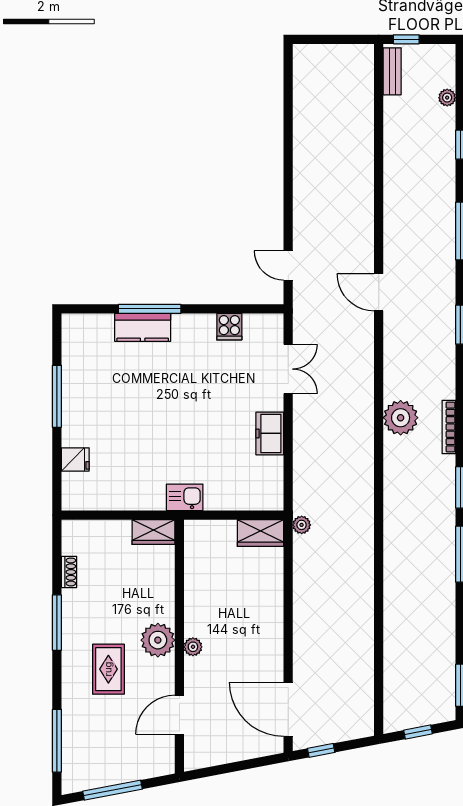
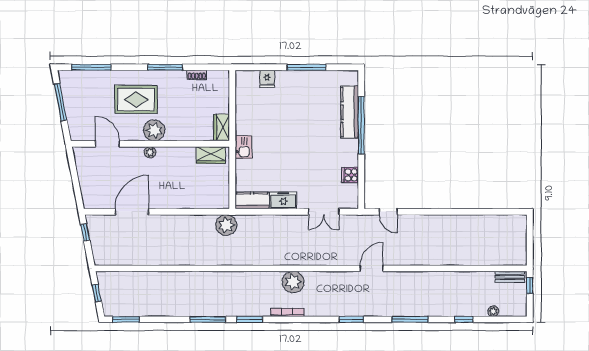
door: (288, 265) -> (388, 212), swing flipped
window: (150, 309) -> (361, 125), width x1.46
kitchen counter: (143, 327) -> (350, 112), width x1.50
kitchen counter: (270, 484) -> (252, 200), added
plant: (302, 525) -> (226, 225), width x1.88, depth x1.88
wardrobe: (260, 533) -> (211, 155), moved, turned -90
rug: (108, 669) -> (136, 99), width x1.36, depth x1.43
door: (288, 709) -> (132, 212), moved

